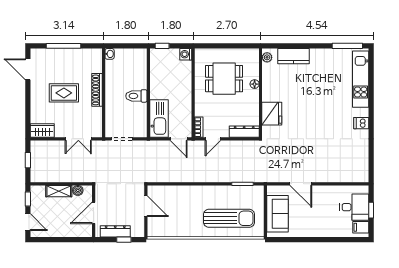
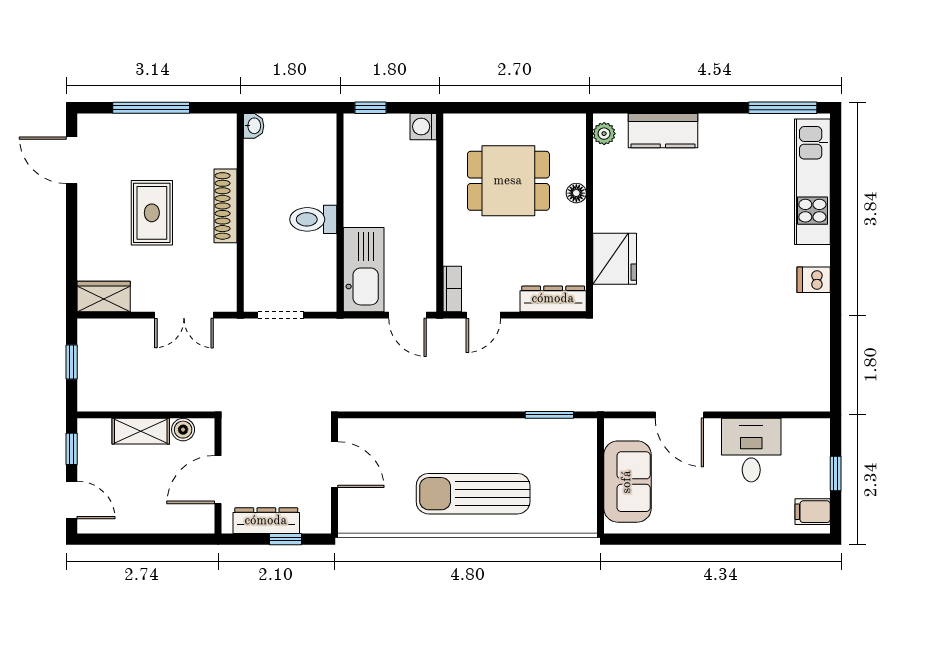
rug: (64, 93) -> (152, 213), turned 90
desk: (354, 207) -> (751, 450), moved, turned -90
sun lounger: (229, 218) -> (473, 494), moved, turned 180

